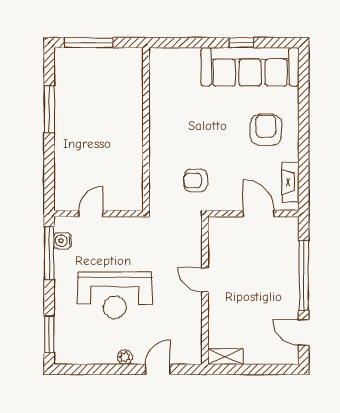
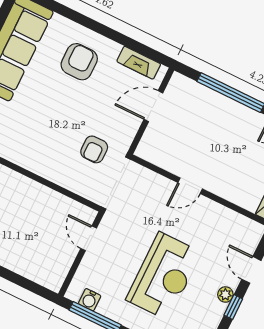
armchair: (266, 130) -> (79, 62), turned 90
door: (91, 214) -> (89, 238), moved
window: (117, 369) -> (233, 307), added

